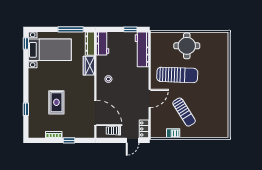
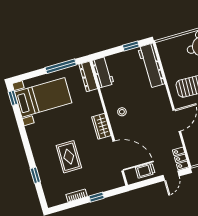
wardrobe: (89, 66) -> (101, 126), moved

